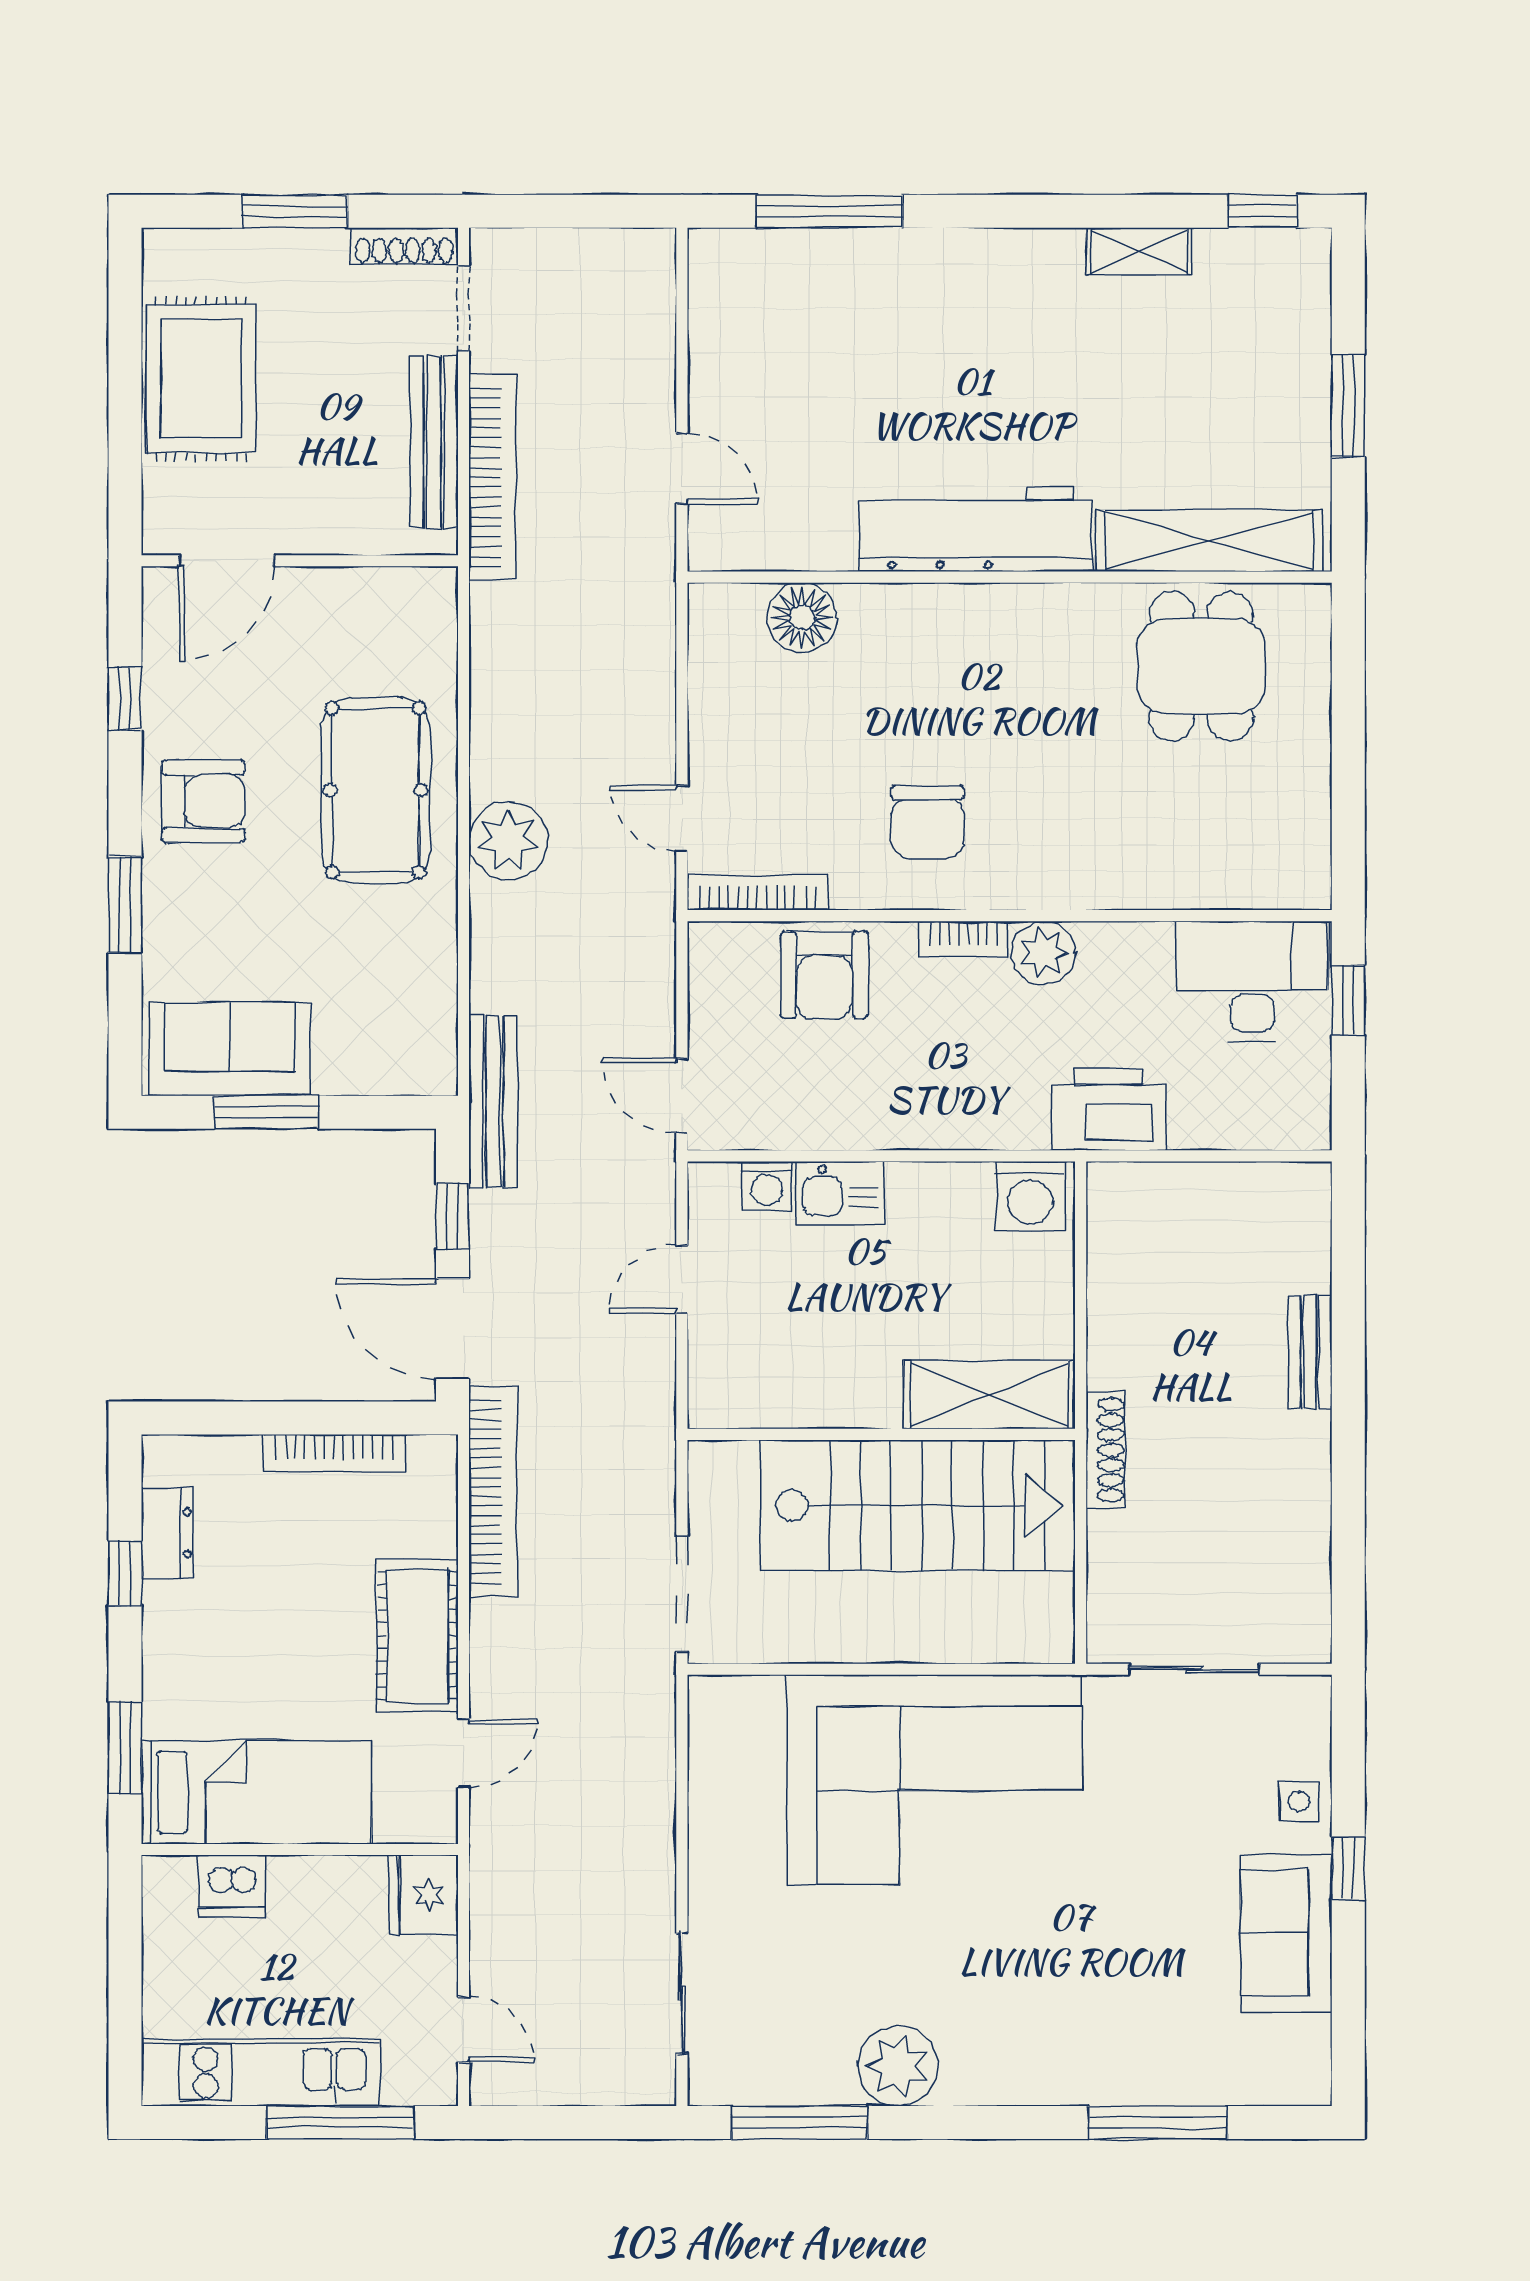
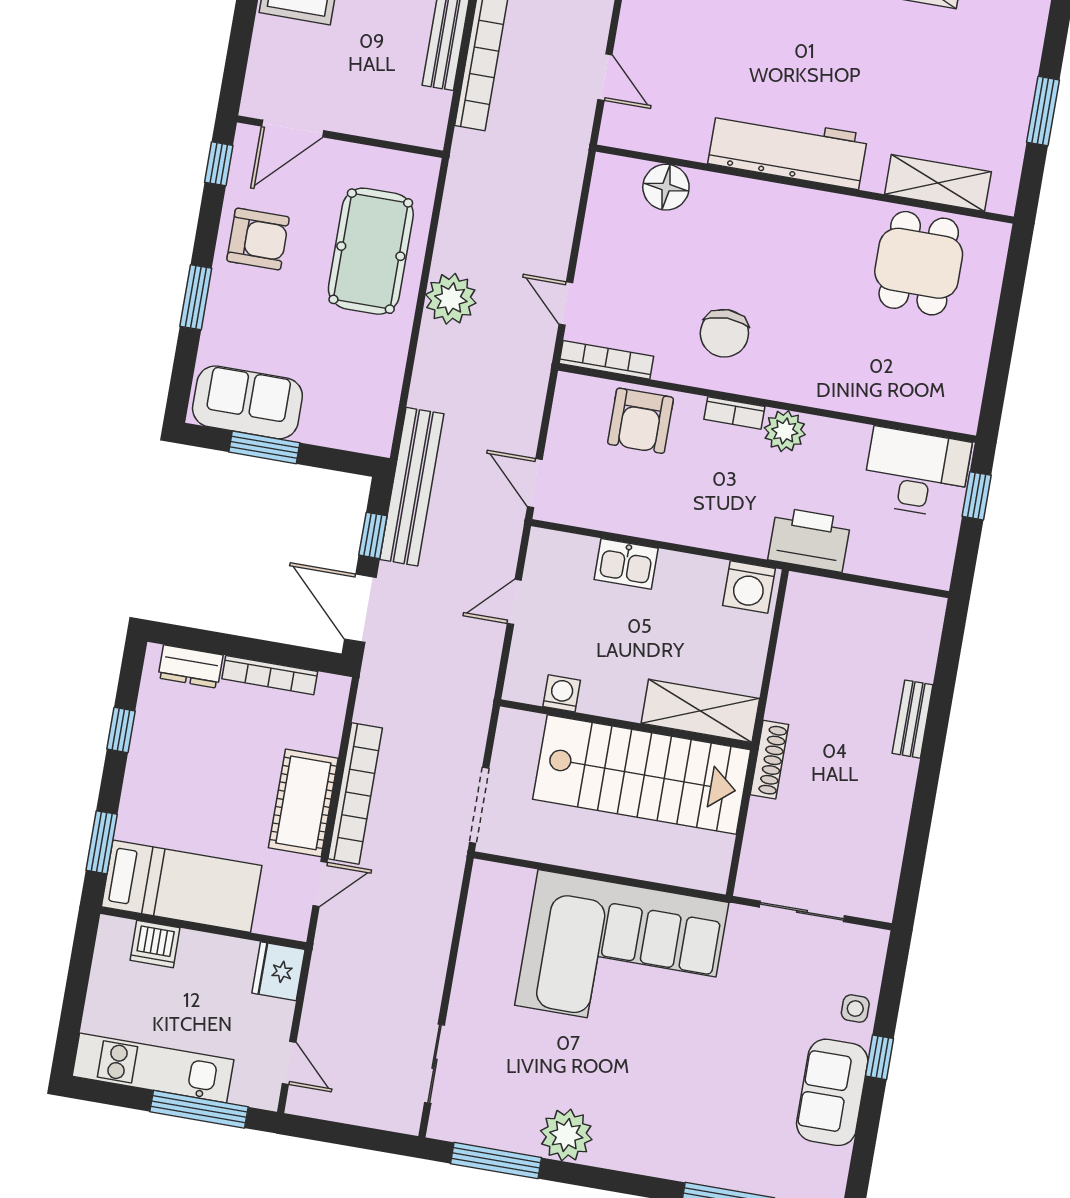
shelving: (1209, 541) -> (938, 183), width x0.68
door: (227, 561) -> (293, 128), moved
wall: (300, 561) -> (340, 137), moved
bench: (493, 1101) -> (412, 487), width x1.37, depth x1.21
washing machine: (767, 1186) -> (562, 693), moved, turned 180
bookcase: (493, 1492) -> (355, 793), moved
dresser: (167, 1533) -> (190, 666), moved, turned 90

